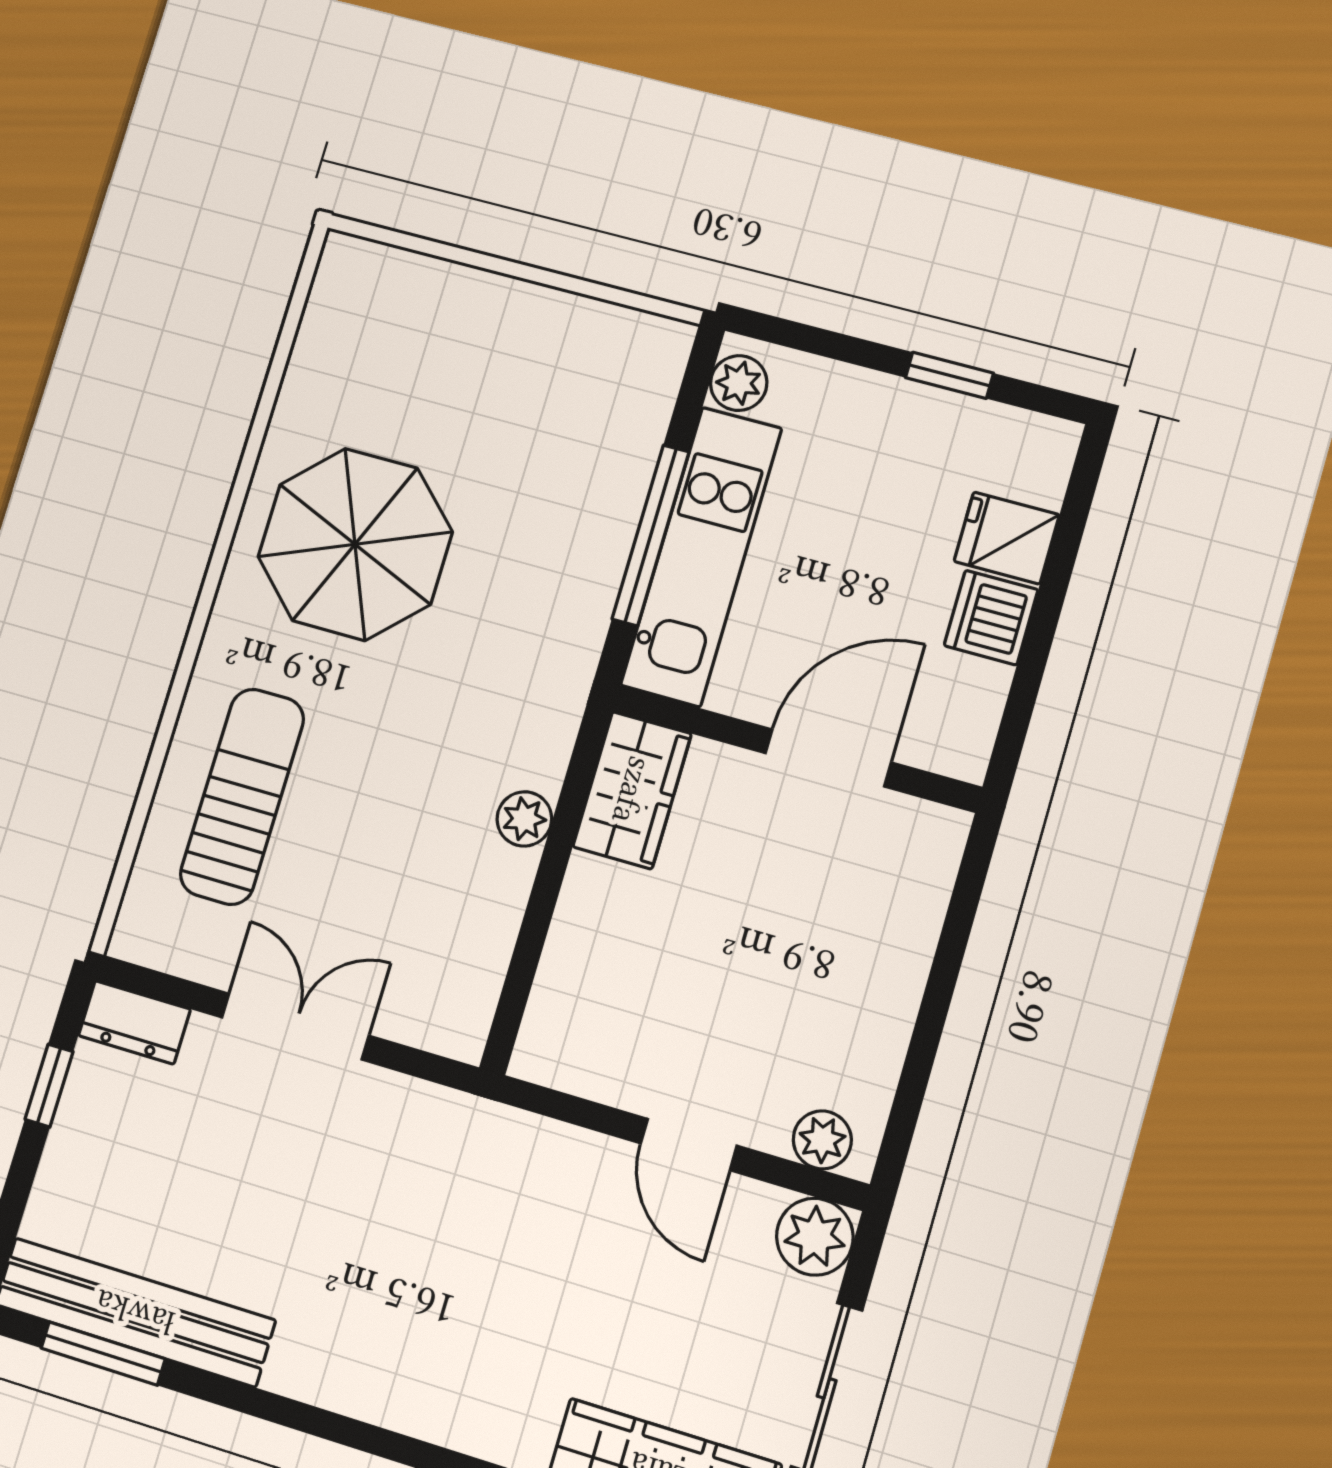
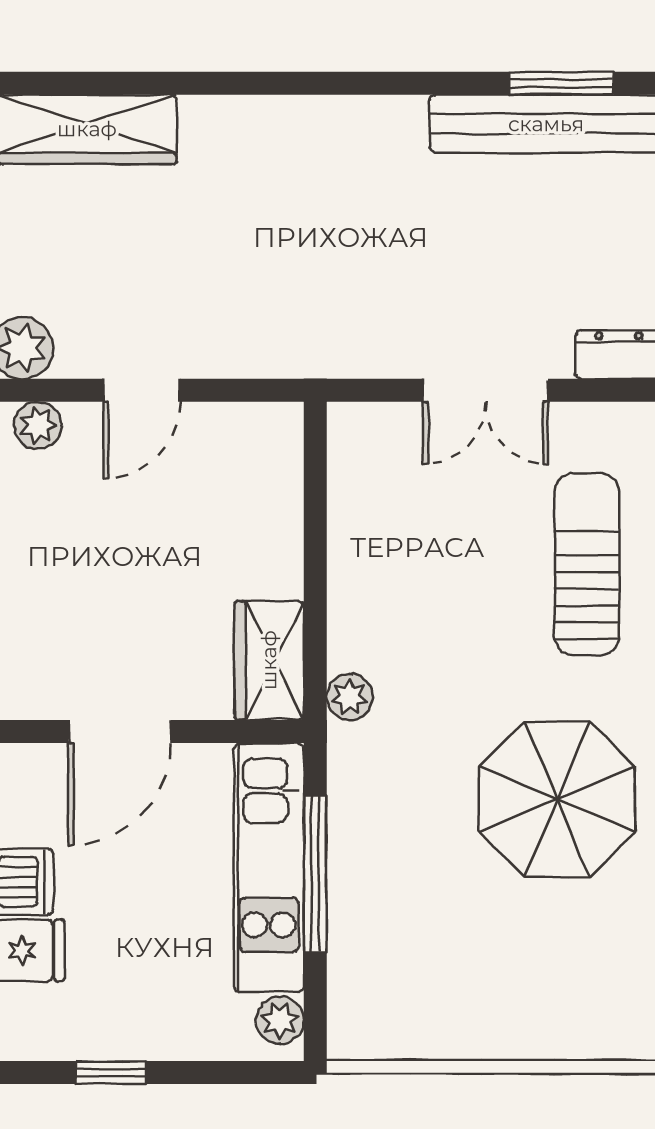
sun lounger: (242, 797) -> (587, 564), turned 180
plant: (524, 819) -> (350, 697), moved
door: (689, 1145) -> (142, 390), swing flipped

